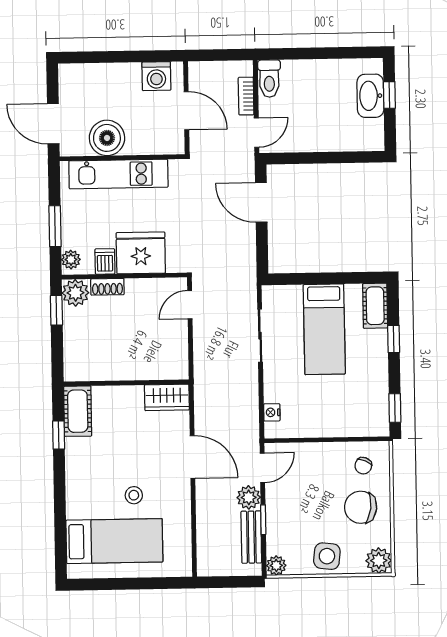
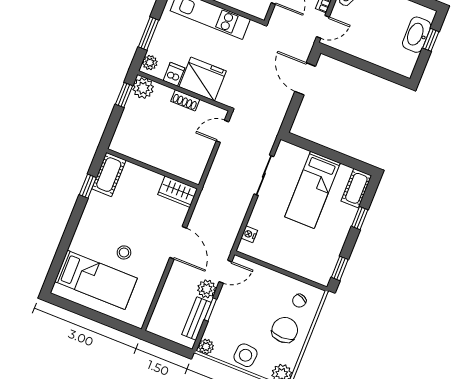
shoe rack: (107, 287) -> (185, 100), moved
chair: (361, 507) -> (285, 330), turned 83

